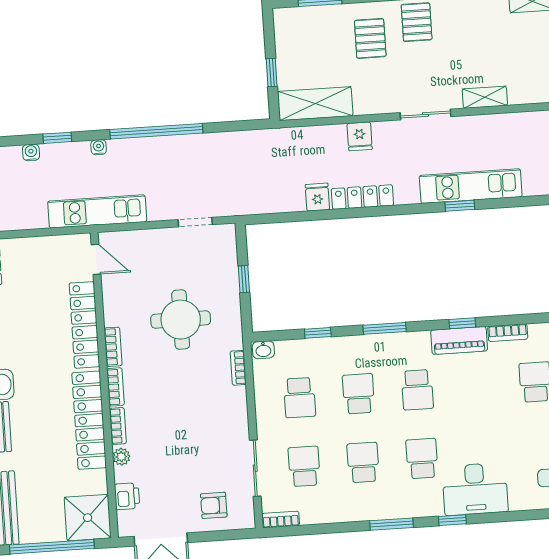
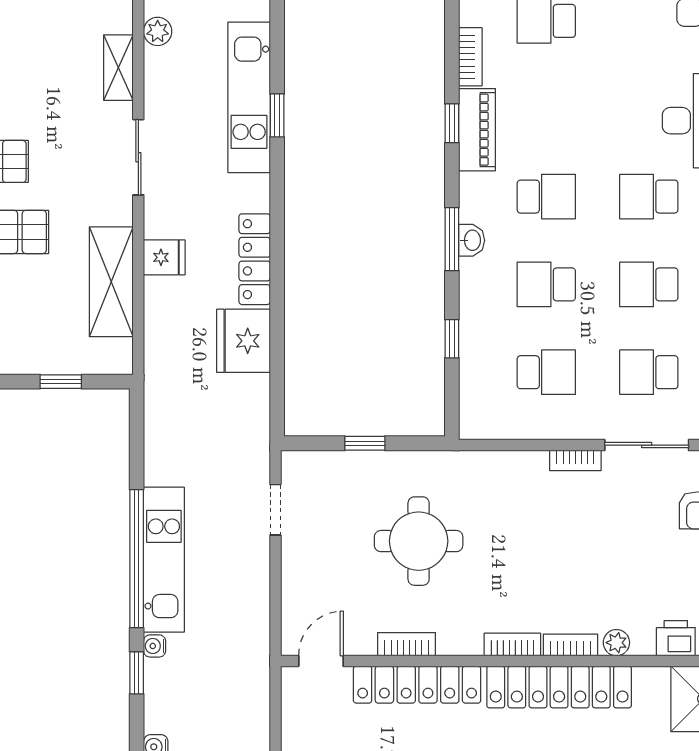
shelving: (315, 104) -> (111, 282), moved
plant: (511, 122) -> (158, 31), added
window: (57, 138) -> (137, 673), moved
fridge: (317, 197) -> (243, 341), width x1.88, depth x1.34
kitchen unit: (97, 211) -> (164, 560), moved, turned 180
bookcase: (113, 347) -> (407, 644), moved
washbasin: (263, 350) -> (472, 240), moved
bookcase: (238, 368) -> (575, 460), moved

